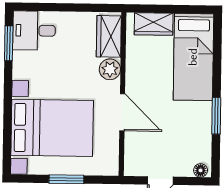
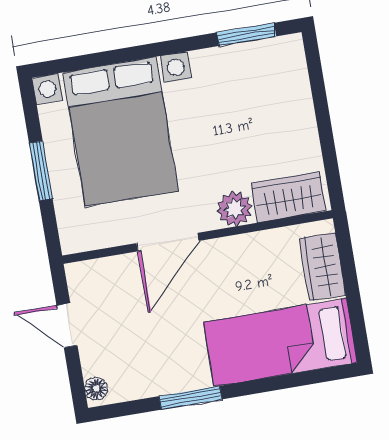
desk: (34, 31) -> (275, 72), removed

